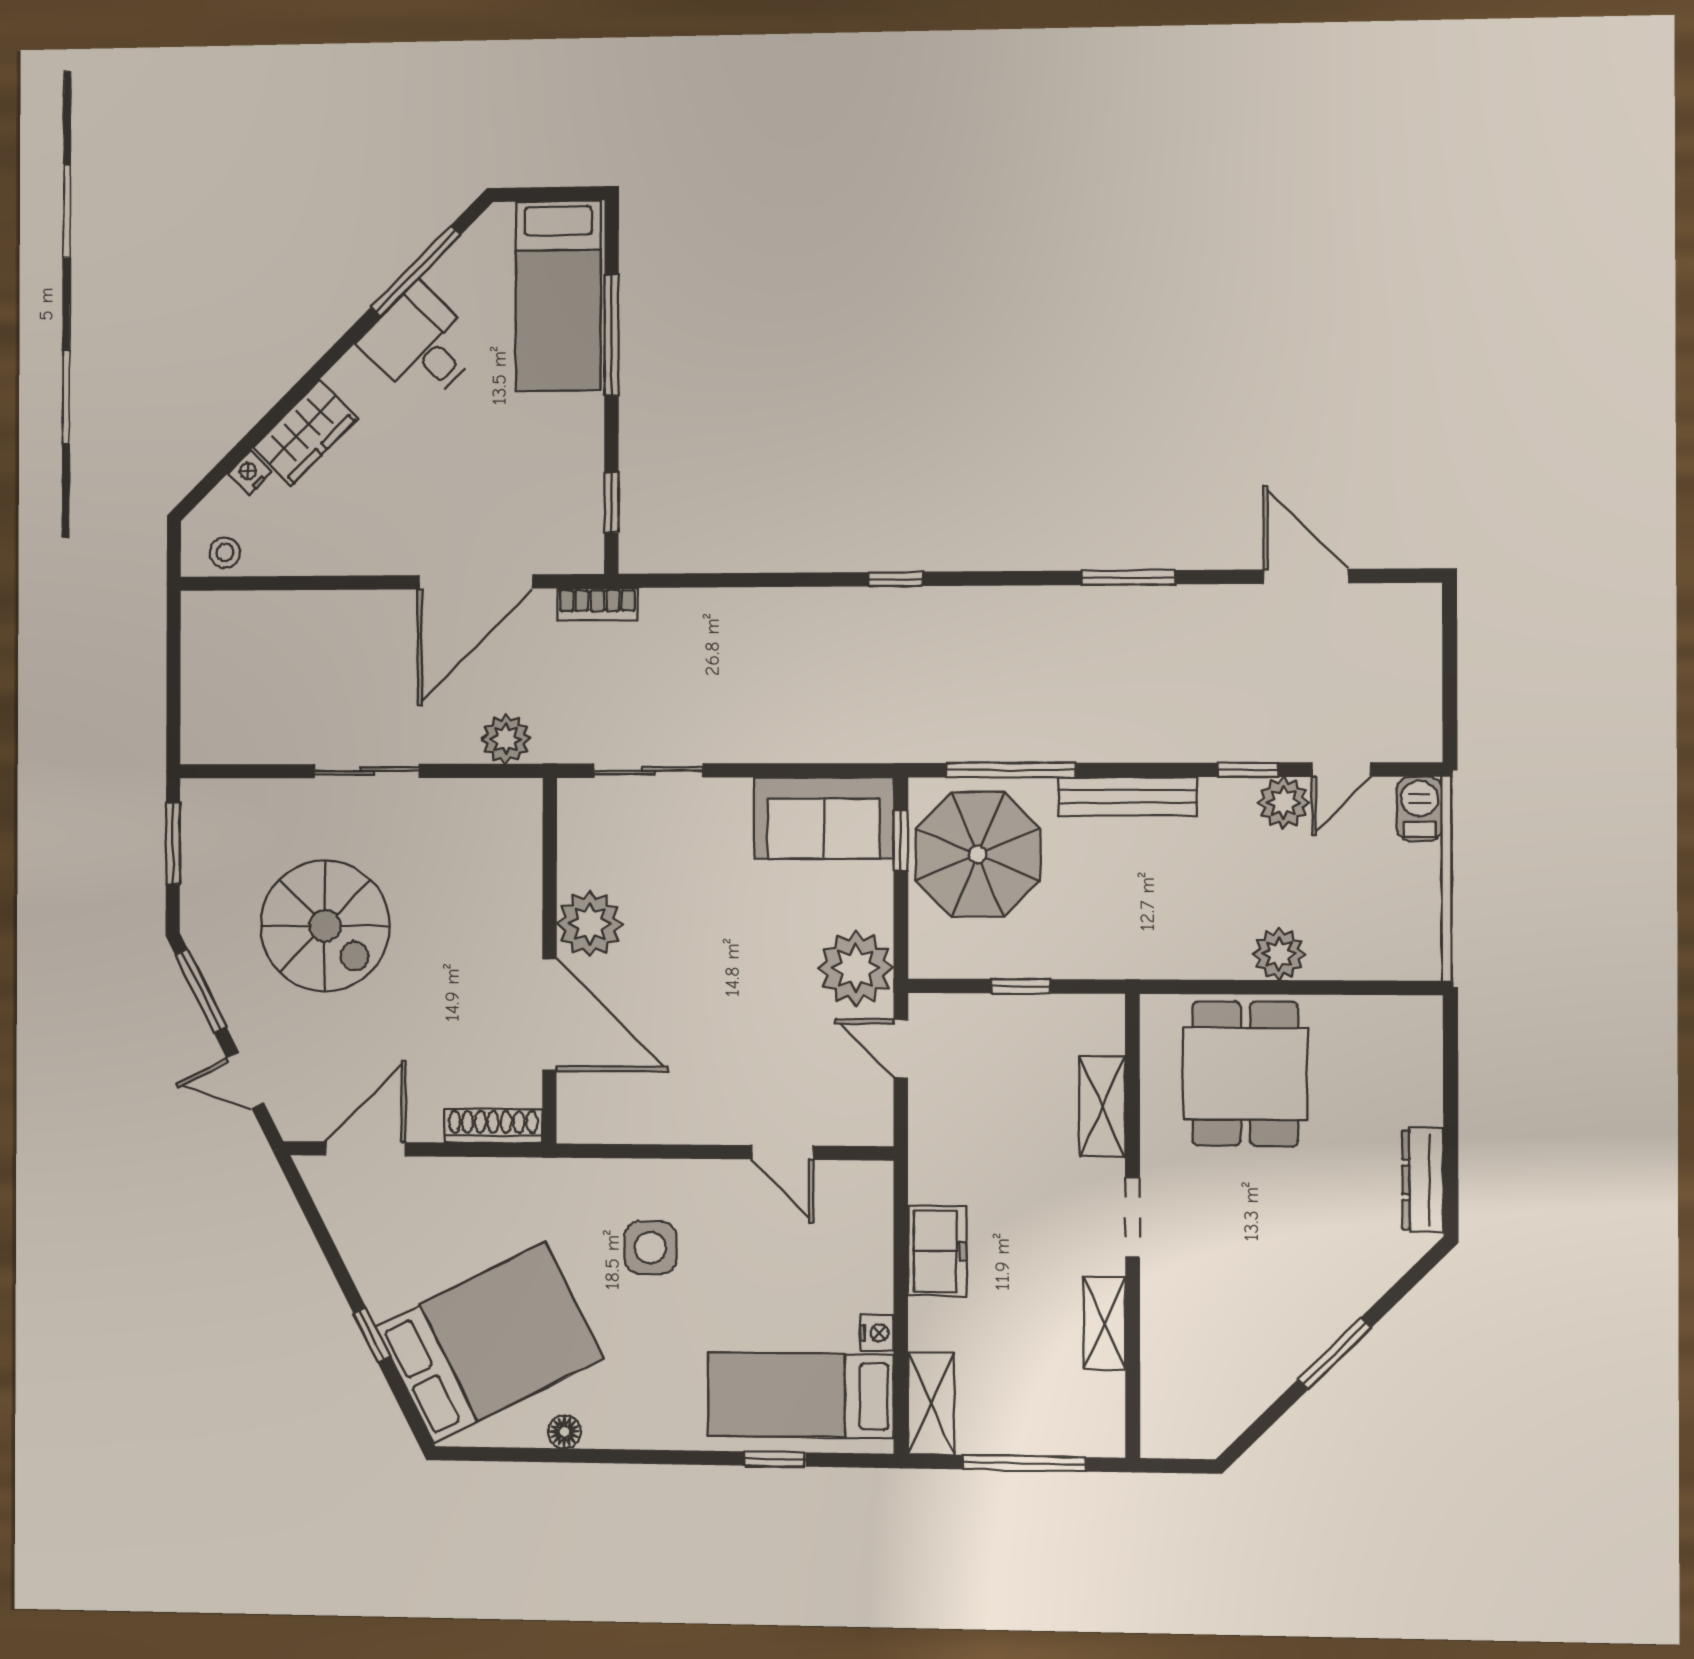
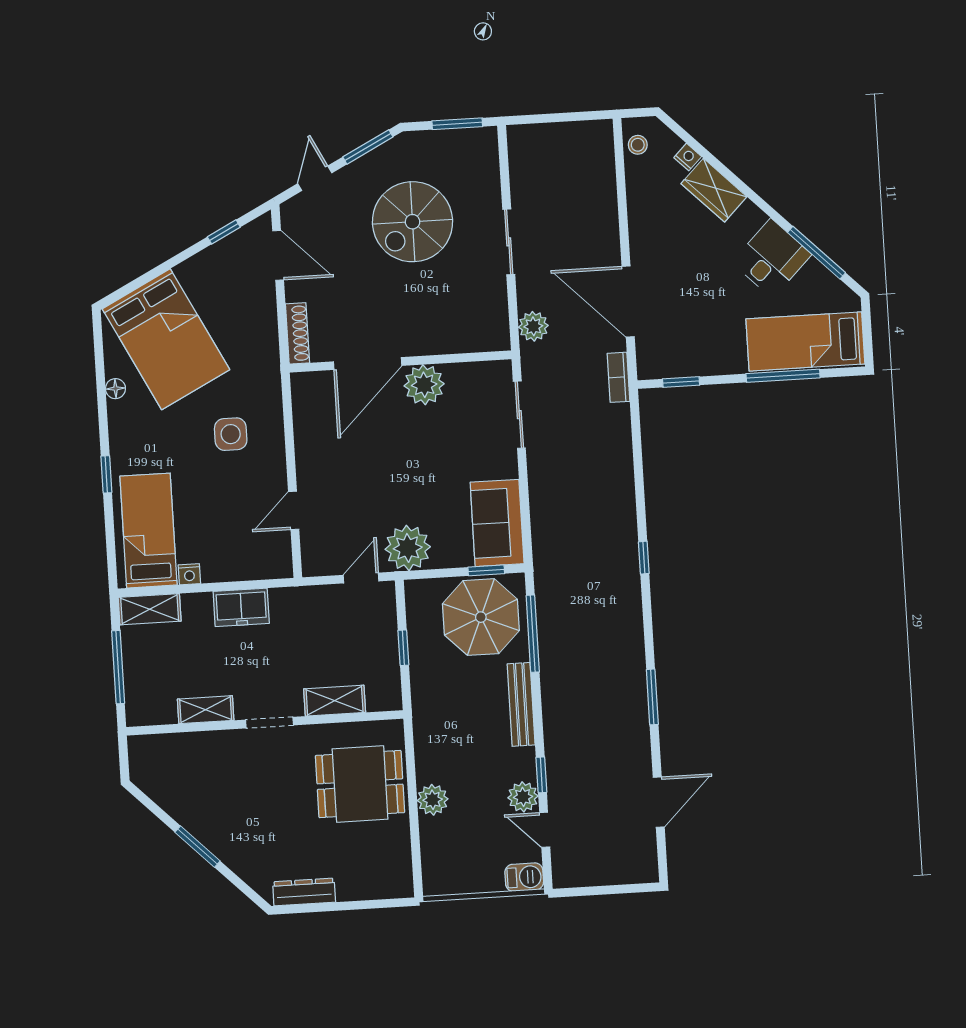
window: (372, 1335) -> (224, 232), moved
window: (775, 1459) -> (106, 474), moved

